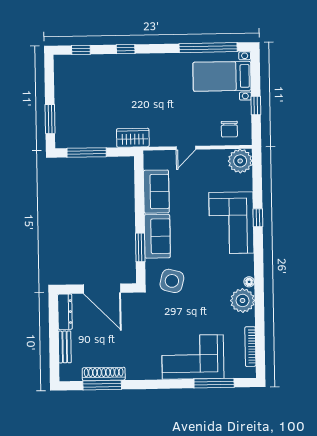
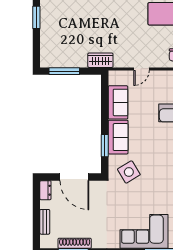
window: (50, 119) -> (36, 17), moved
side table: (172, 281) -> (129, 172), turned 45
dresser: (65, 312) -> (45, 190), width x0.70

